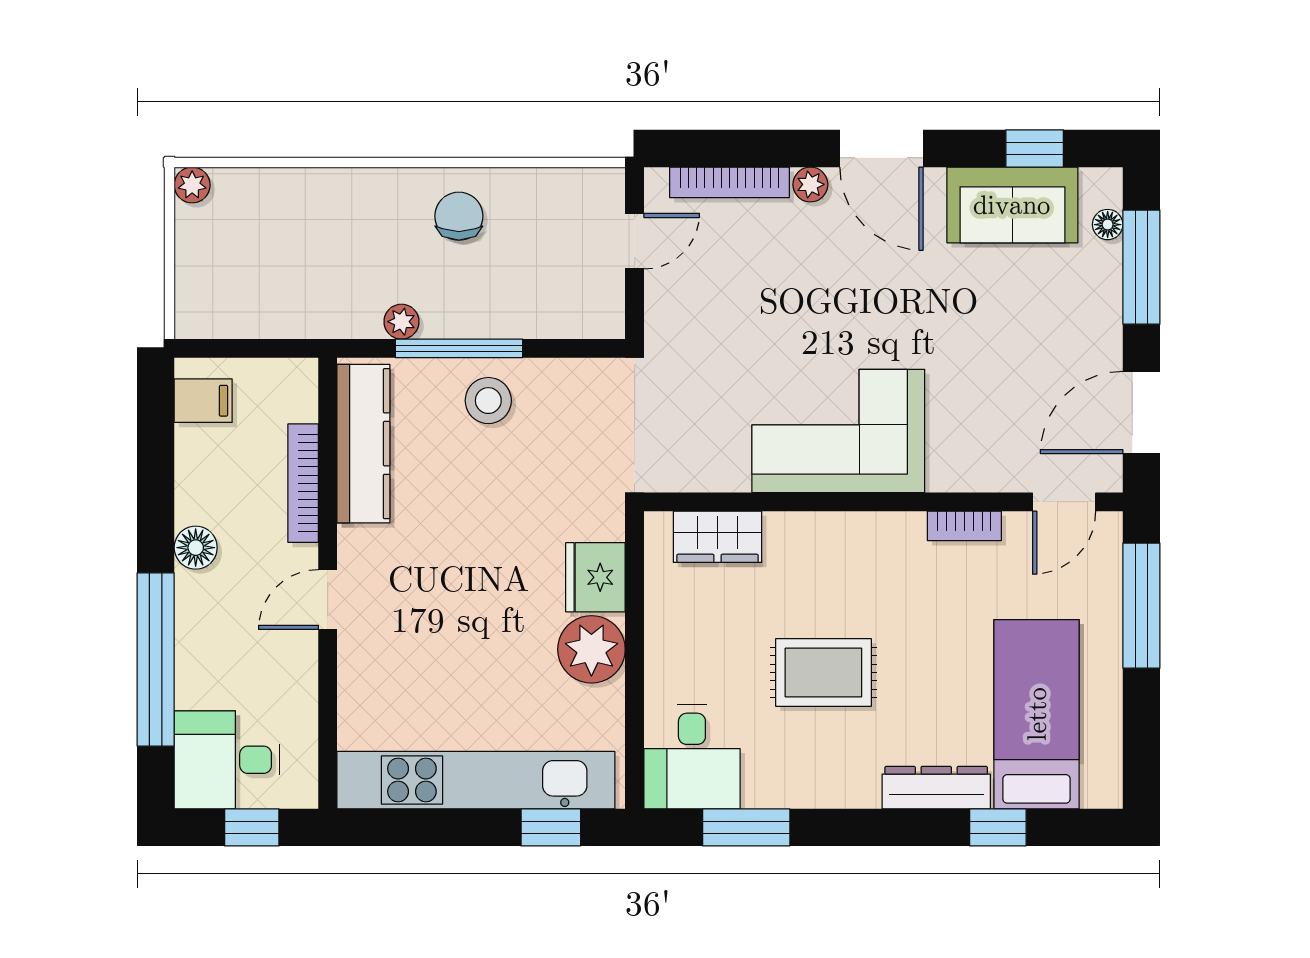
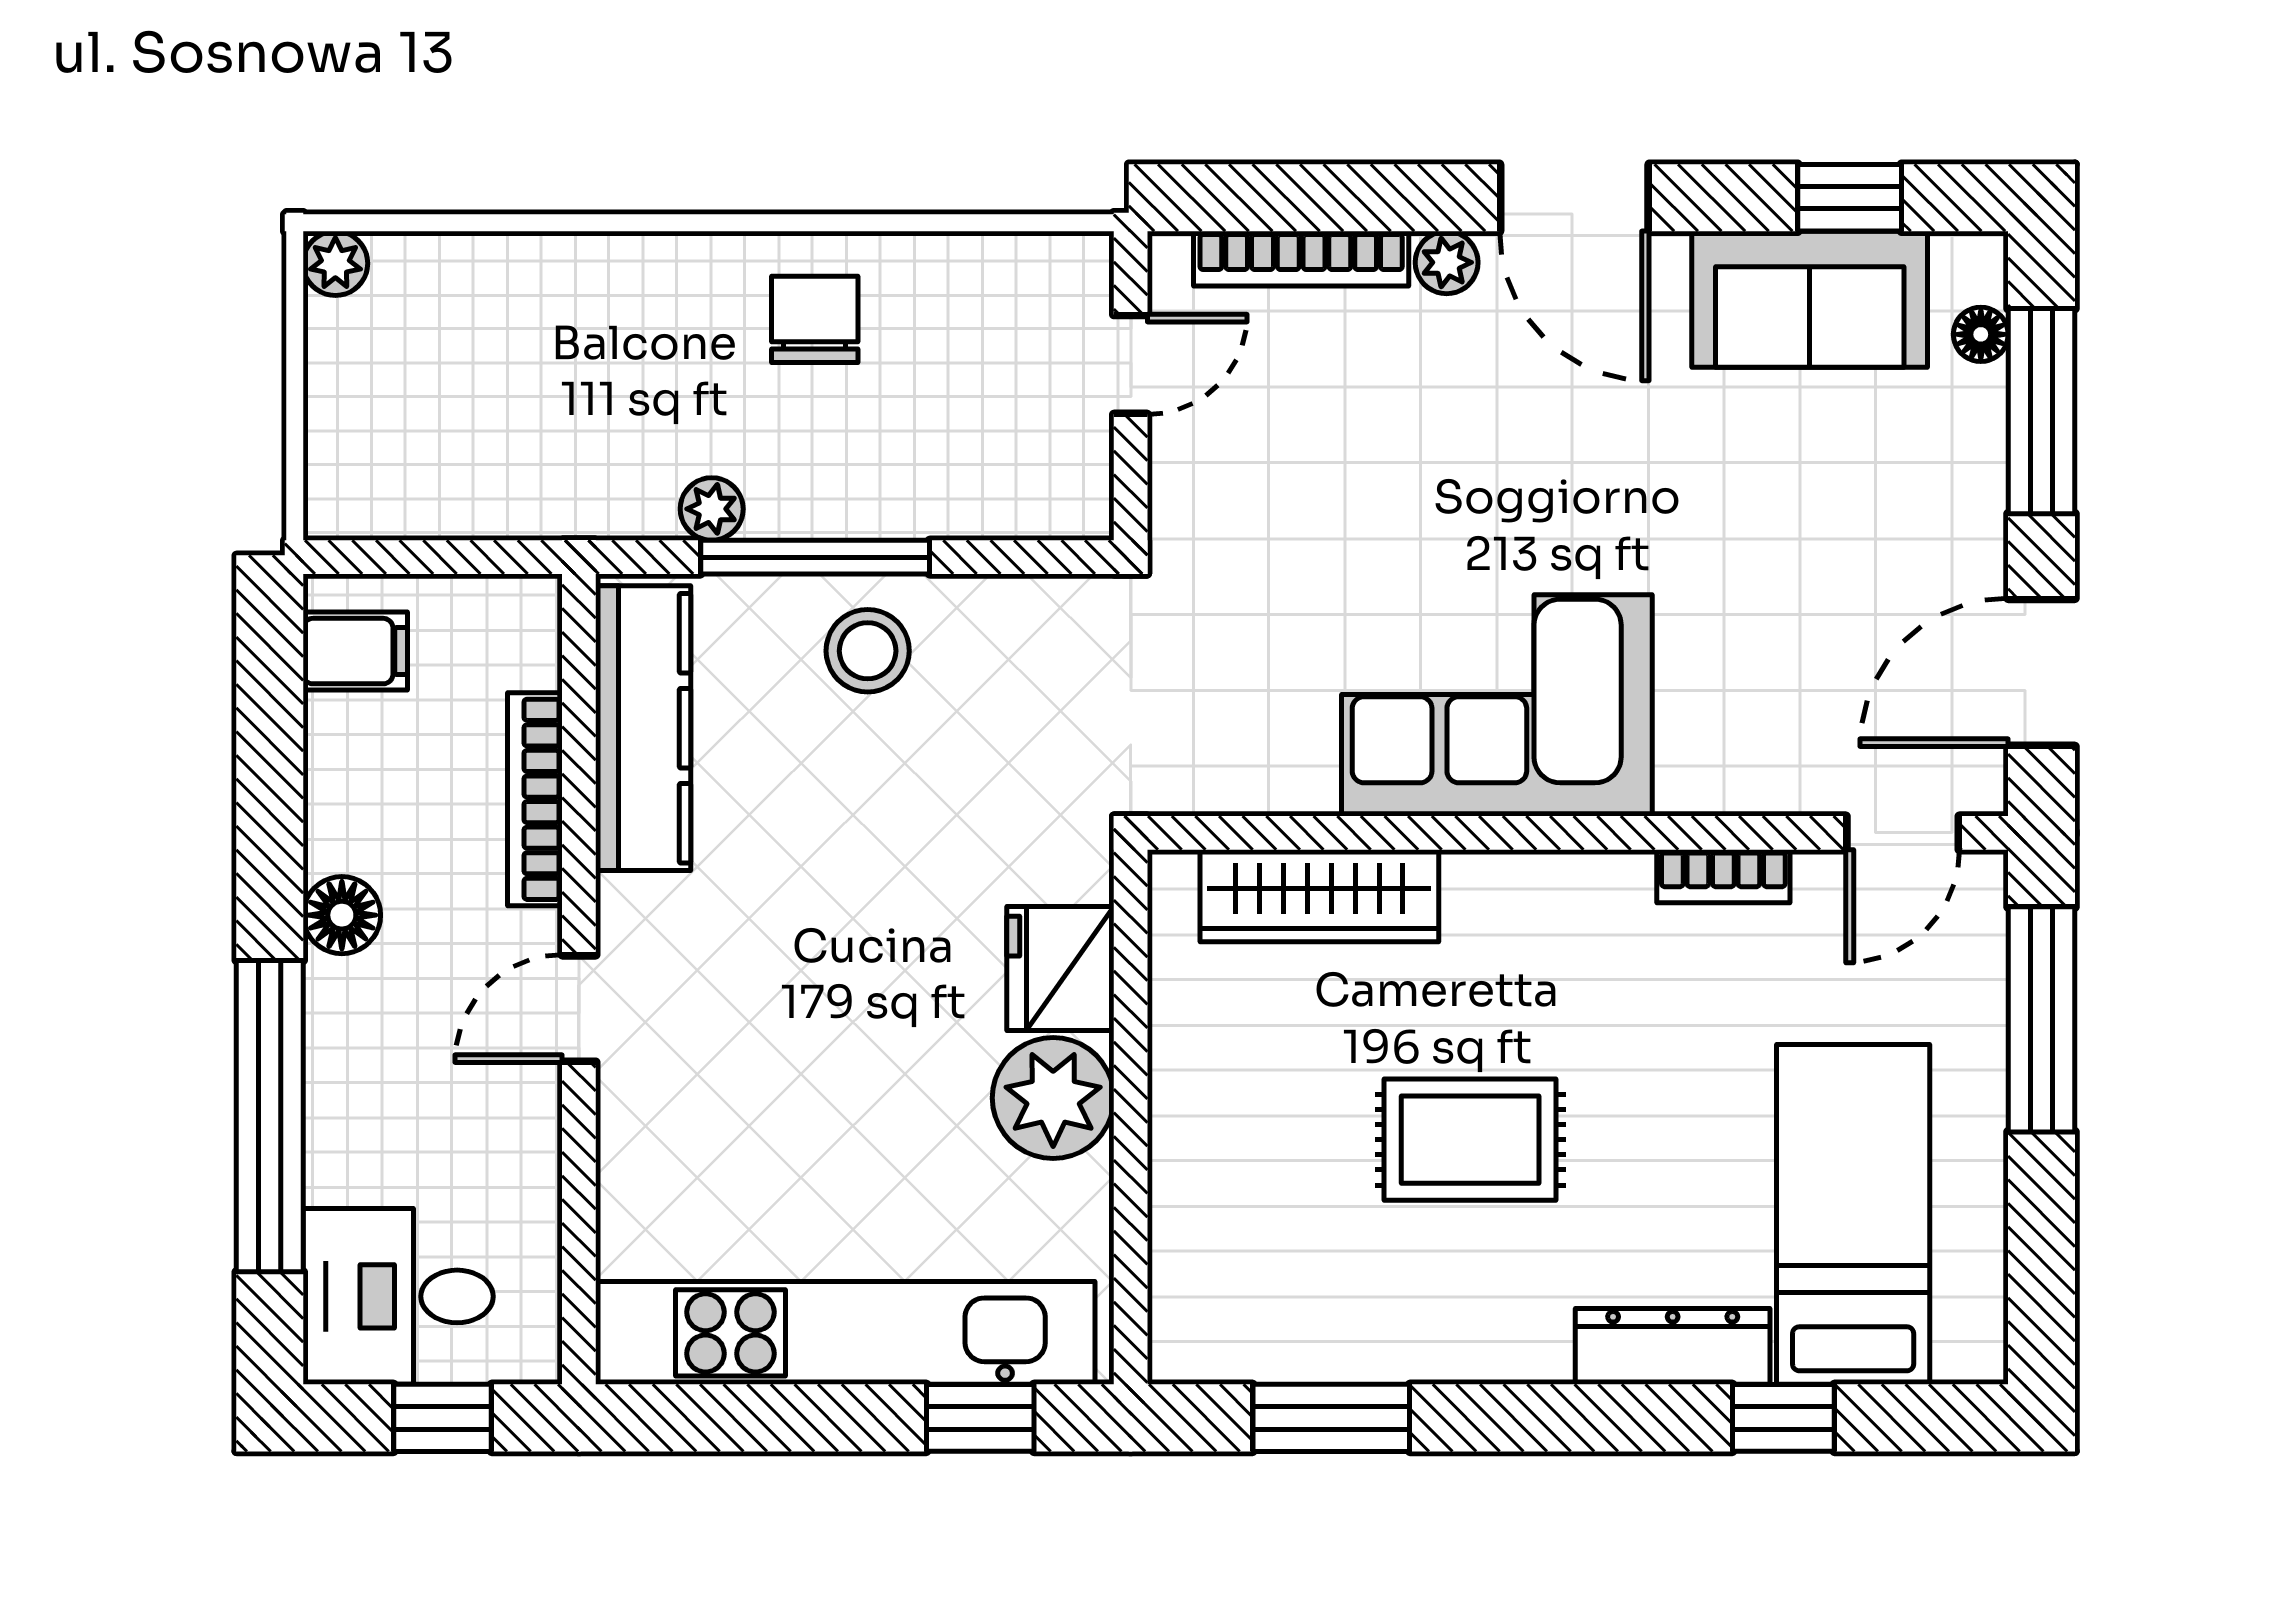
wardrobe: (718, 537) -> (1319, 896), width x1.50
desk: (692, 757) -> (1234, 1291), removed

